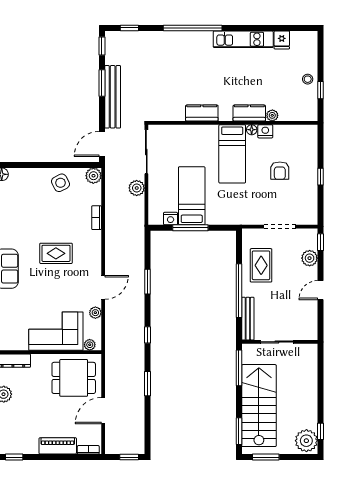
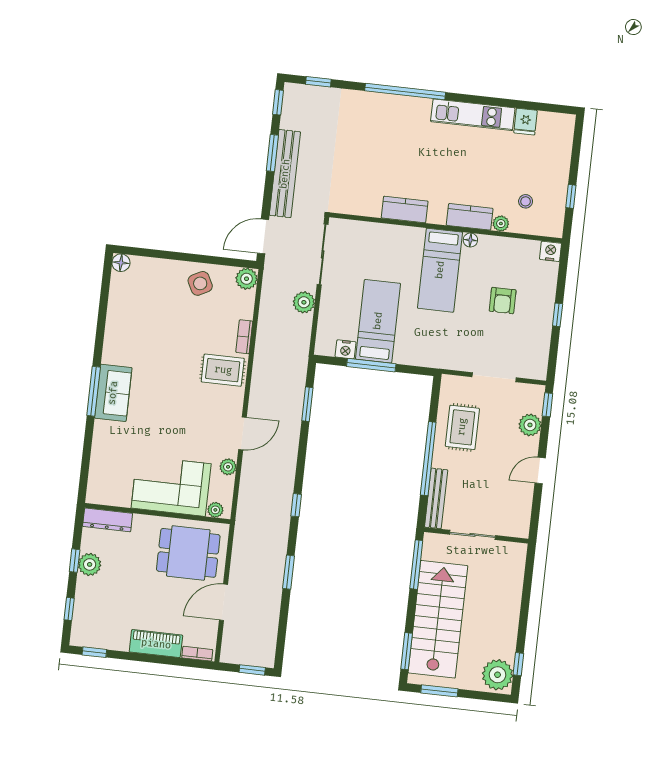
stool: (308, 79) -> (526, 201), moved
nightstand: (265, 131) -> (551, 251), moved
rug: (56, 253) -> (223, 370), moved
window: (147, 282) -> (307, 404), moved

